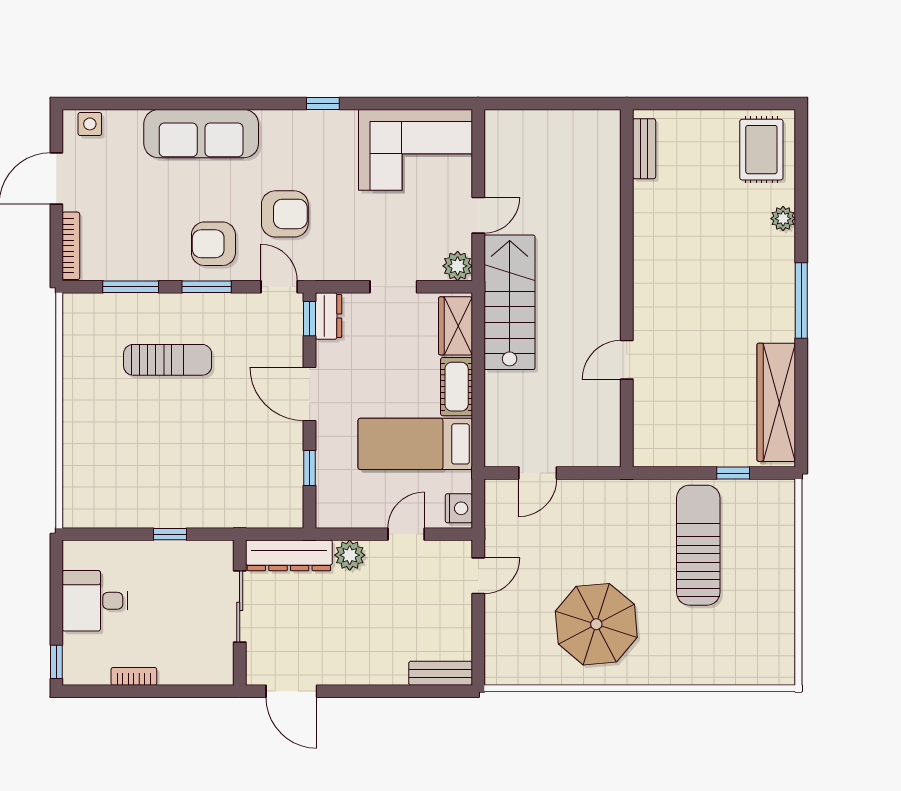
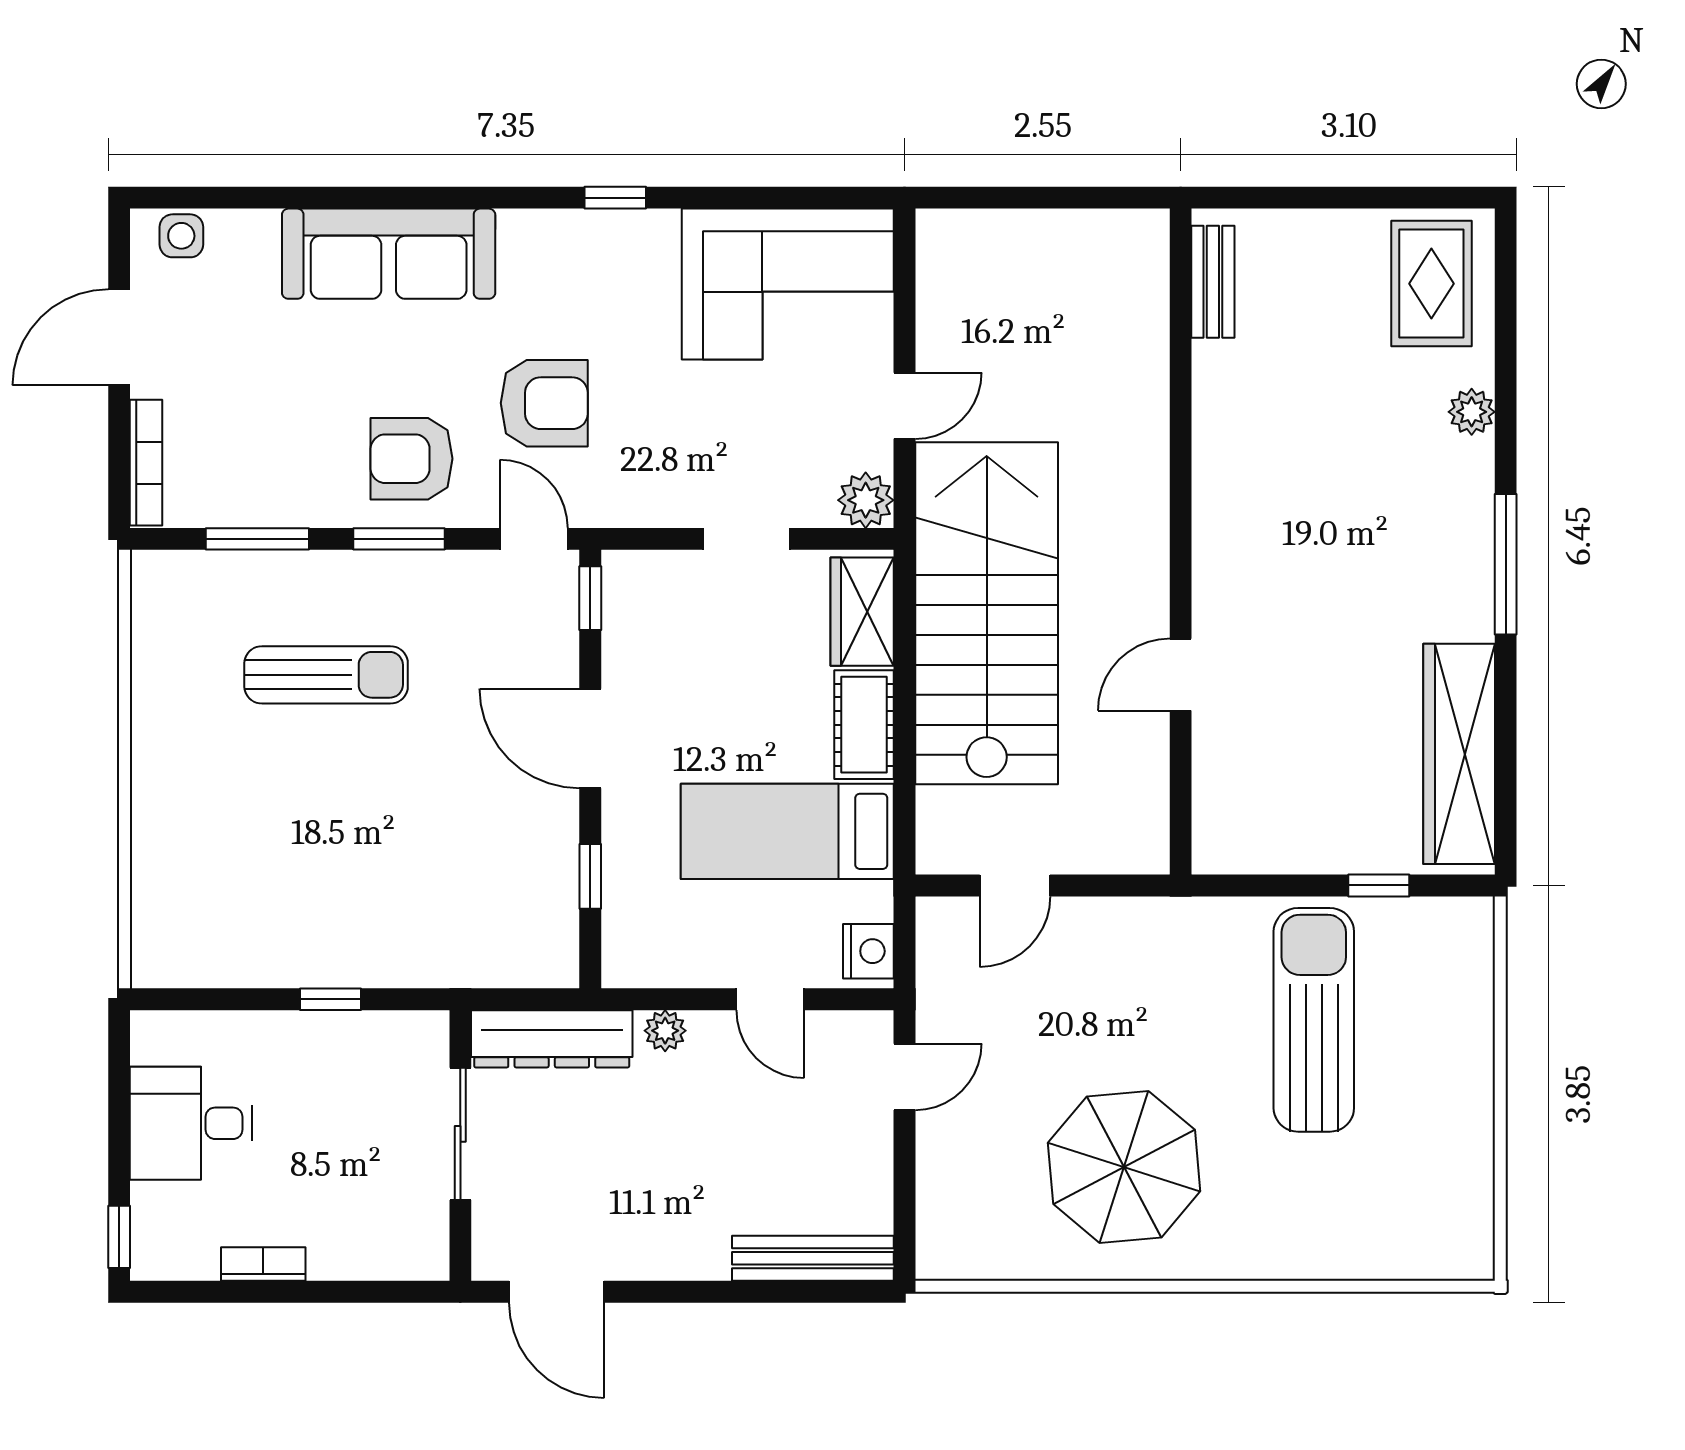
stairs: (510, 302) -> (987, 613), width x1.36, depth x1.51
dresser: (329, 316) -> (626, 593), removed
door: (406, 534) -> (770, 999), swing flipped
plant: (350, 555) -> (665, 1031), width x0.73, depth x0.73
bench: (441, 673) -> (813, 1258), width x1.36

